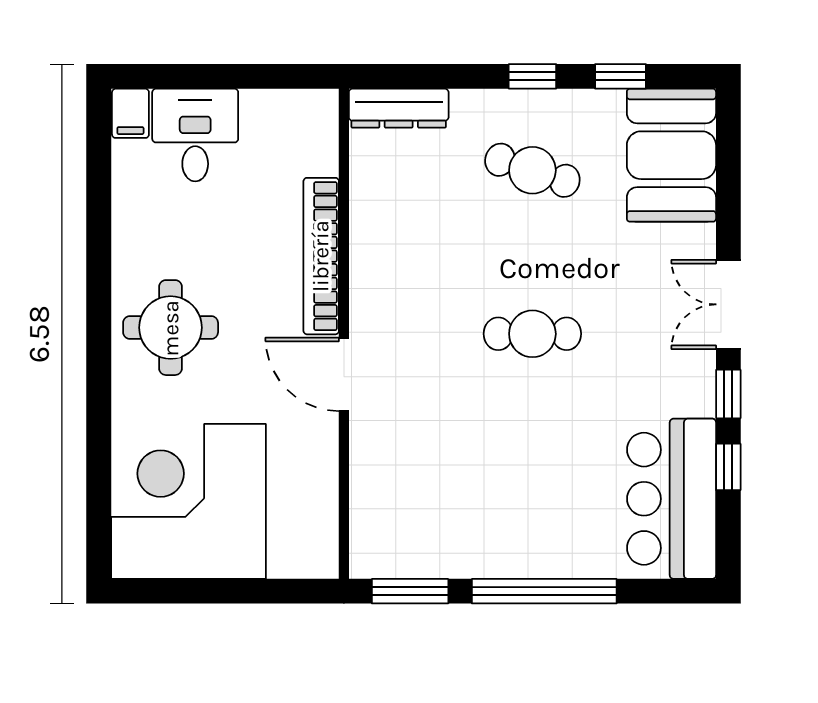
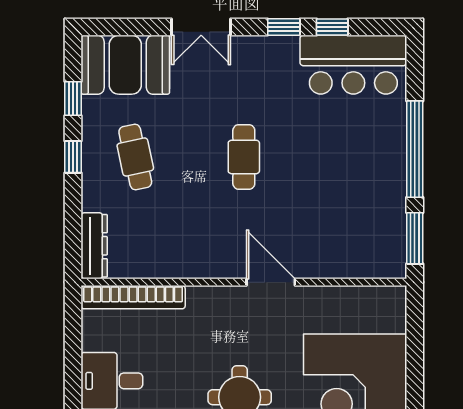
cafe table: (532, 170) -> (135, 157), turned -30
bookcase: (321, 256) -> (133, 297), moved
double door: (728, 304) -> (201, 27), moved
door: (344, 374) -> (271, 282), swing flipped

